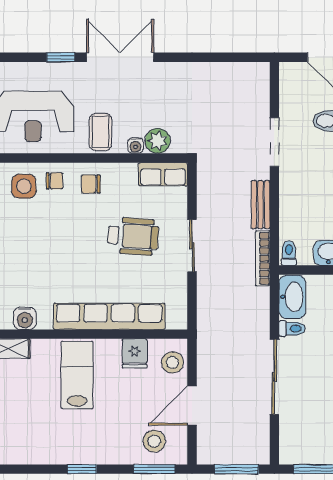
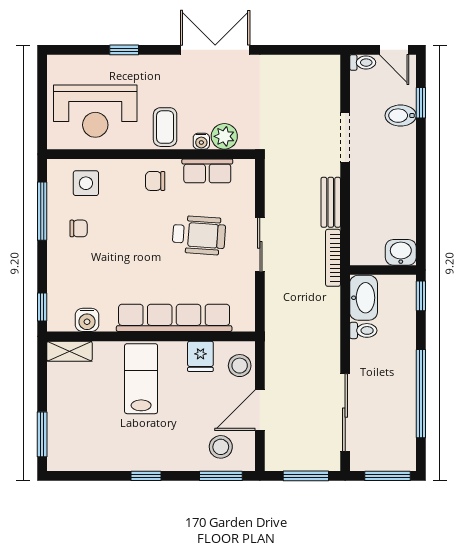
double door: (120, 57) -> (215, 50), moved
row of seats: (163, 174) -> (207, 171), moved
chair: (55, 181) -> (79, 228), moved
toilet: (289, 253) -> (363, 63), moved, turned 90
sliding door: (274, 377) -> (345, 413), moved

